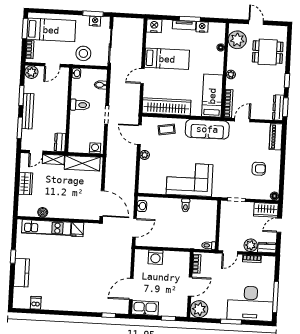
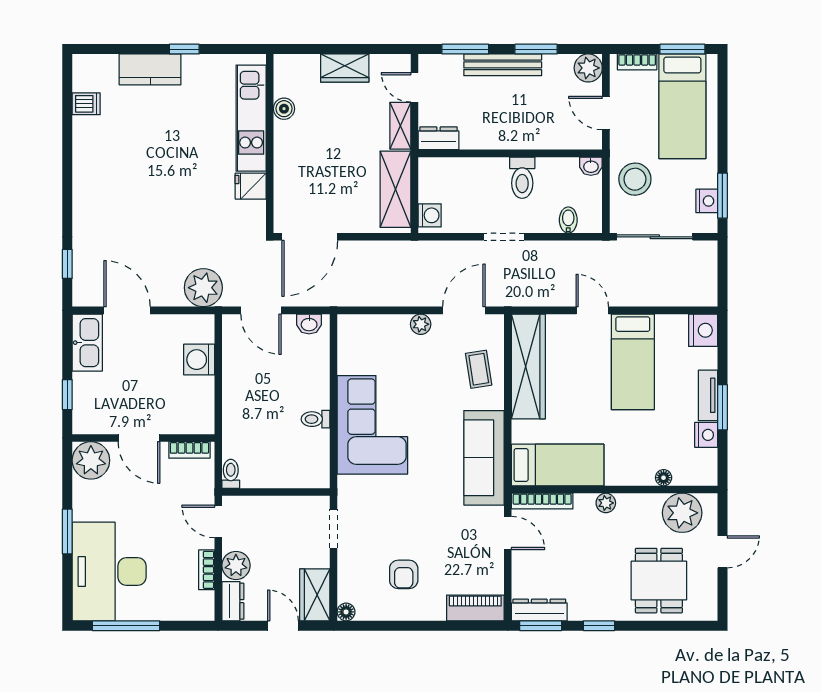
plant: (123, 254) -> (203, 288), added

